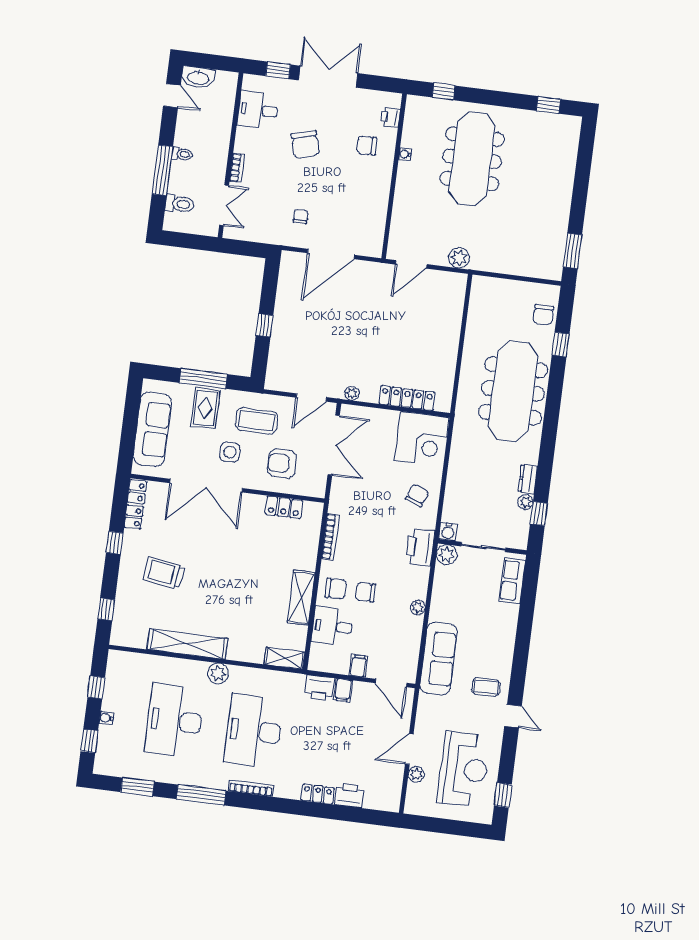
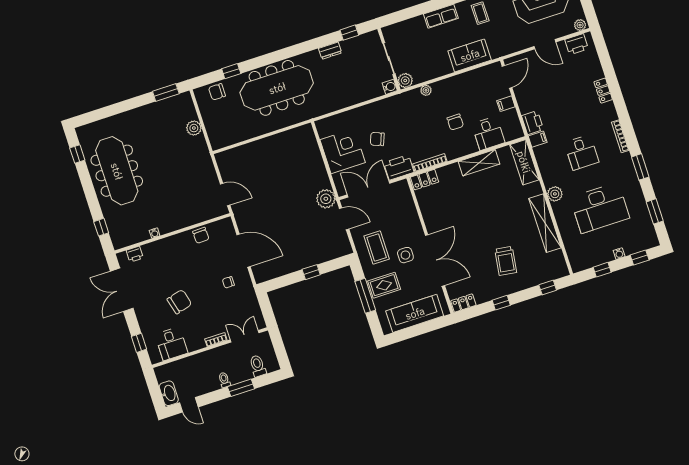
double door: (328, 77) -> (122, 290), moved
door: (172, 96) -> (189, 405), swing flipped
chair: (367, 145) -> (201, 235), moved
meeting table: (472, 159) -> (117, 171), moved, turned 90
window: (162, 170) -> (241, 388), width x0.69
plant: (459, 258) -> (194, 128), moved
chair: (543, 315) -> (217, 92), turned 180
plant: (352, 393) -> (326, 199), width x1.87, depth x1.87
locker: (407, 398) -> (315, 155), removed
corner desk: (422, 439) -> (343, 151), moved
armchair: (282, 463) -> (397, 217), removed
chair: (417, 495) -> (377, 139), moved
plant: (525, 502) -> (346, 45), removed
locker: (135, 504) -> (463, 303), width x0.66
locker: (284, 507) -> (425, 180), moved, turned 90
printer: (420, 547) -> (399, 167), moved, turned 180
row of seats: (512, 581) -> (441, 16), moved
chair: (336, 589) -> (462, 143), removed
plant: (418, 608) -> (426, 90), moved
shelving: (285, 658) -> (524, 162), width x1.50, depth x1.33
sofa: (439, 659) -> (470, 55), width x0.73
filing cabinet: (343, 690) -> (538, 139), moved
desk: (254, 731) -> (582, 152), width x0.53, depth x0.77
plant: (416, 774) -> (580, 25), moved
window: (201, 795) -> (640, 167), width x0.69
printer: (349, 795) -> (577, 44), moved, turned -90

